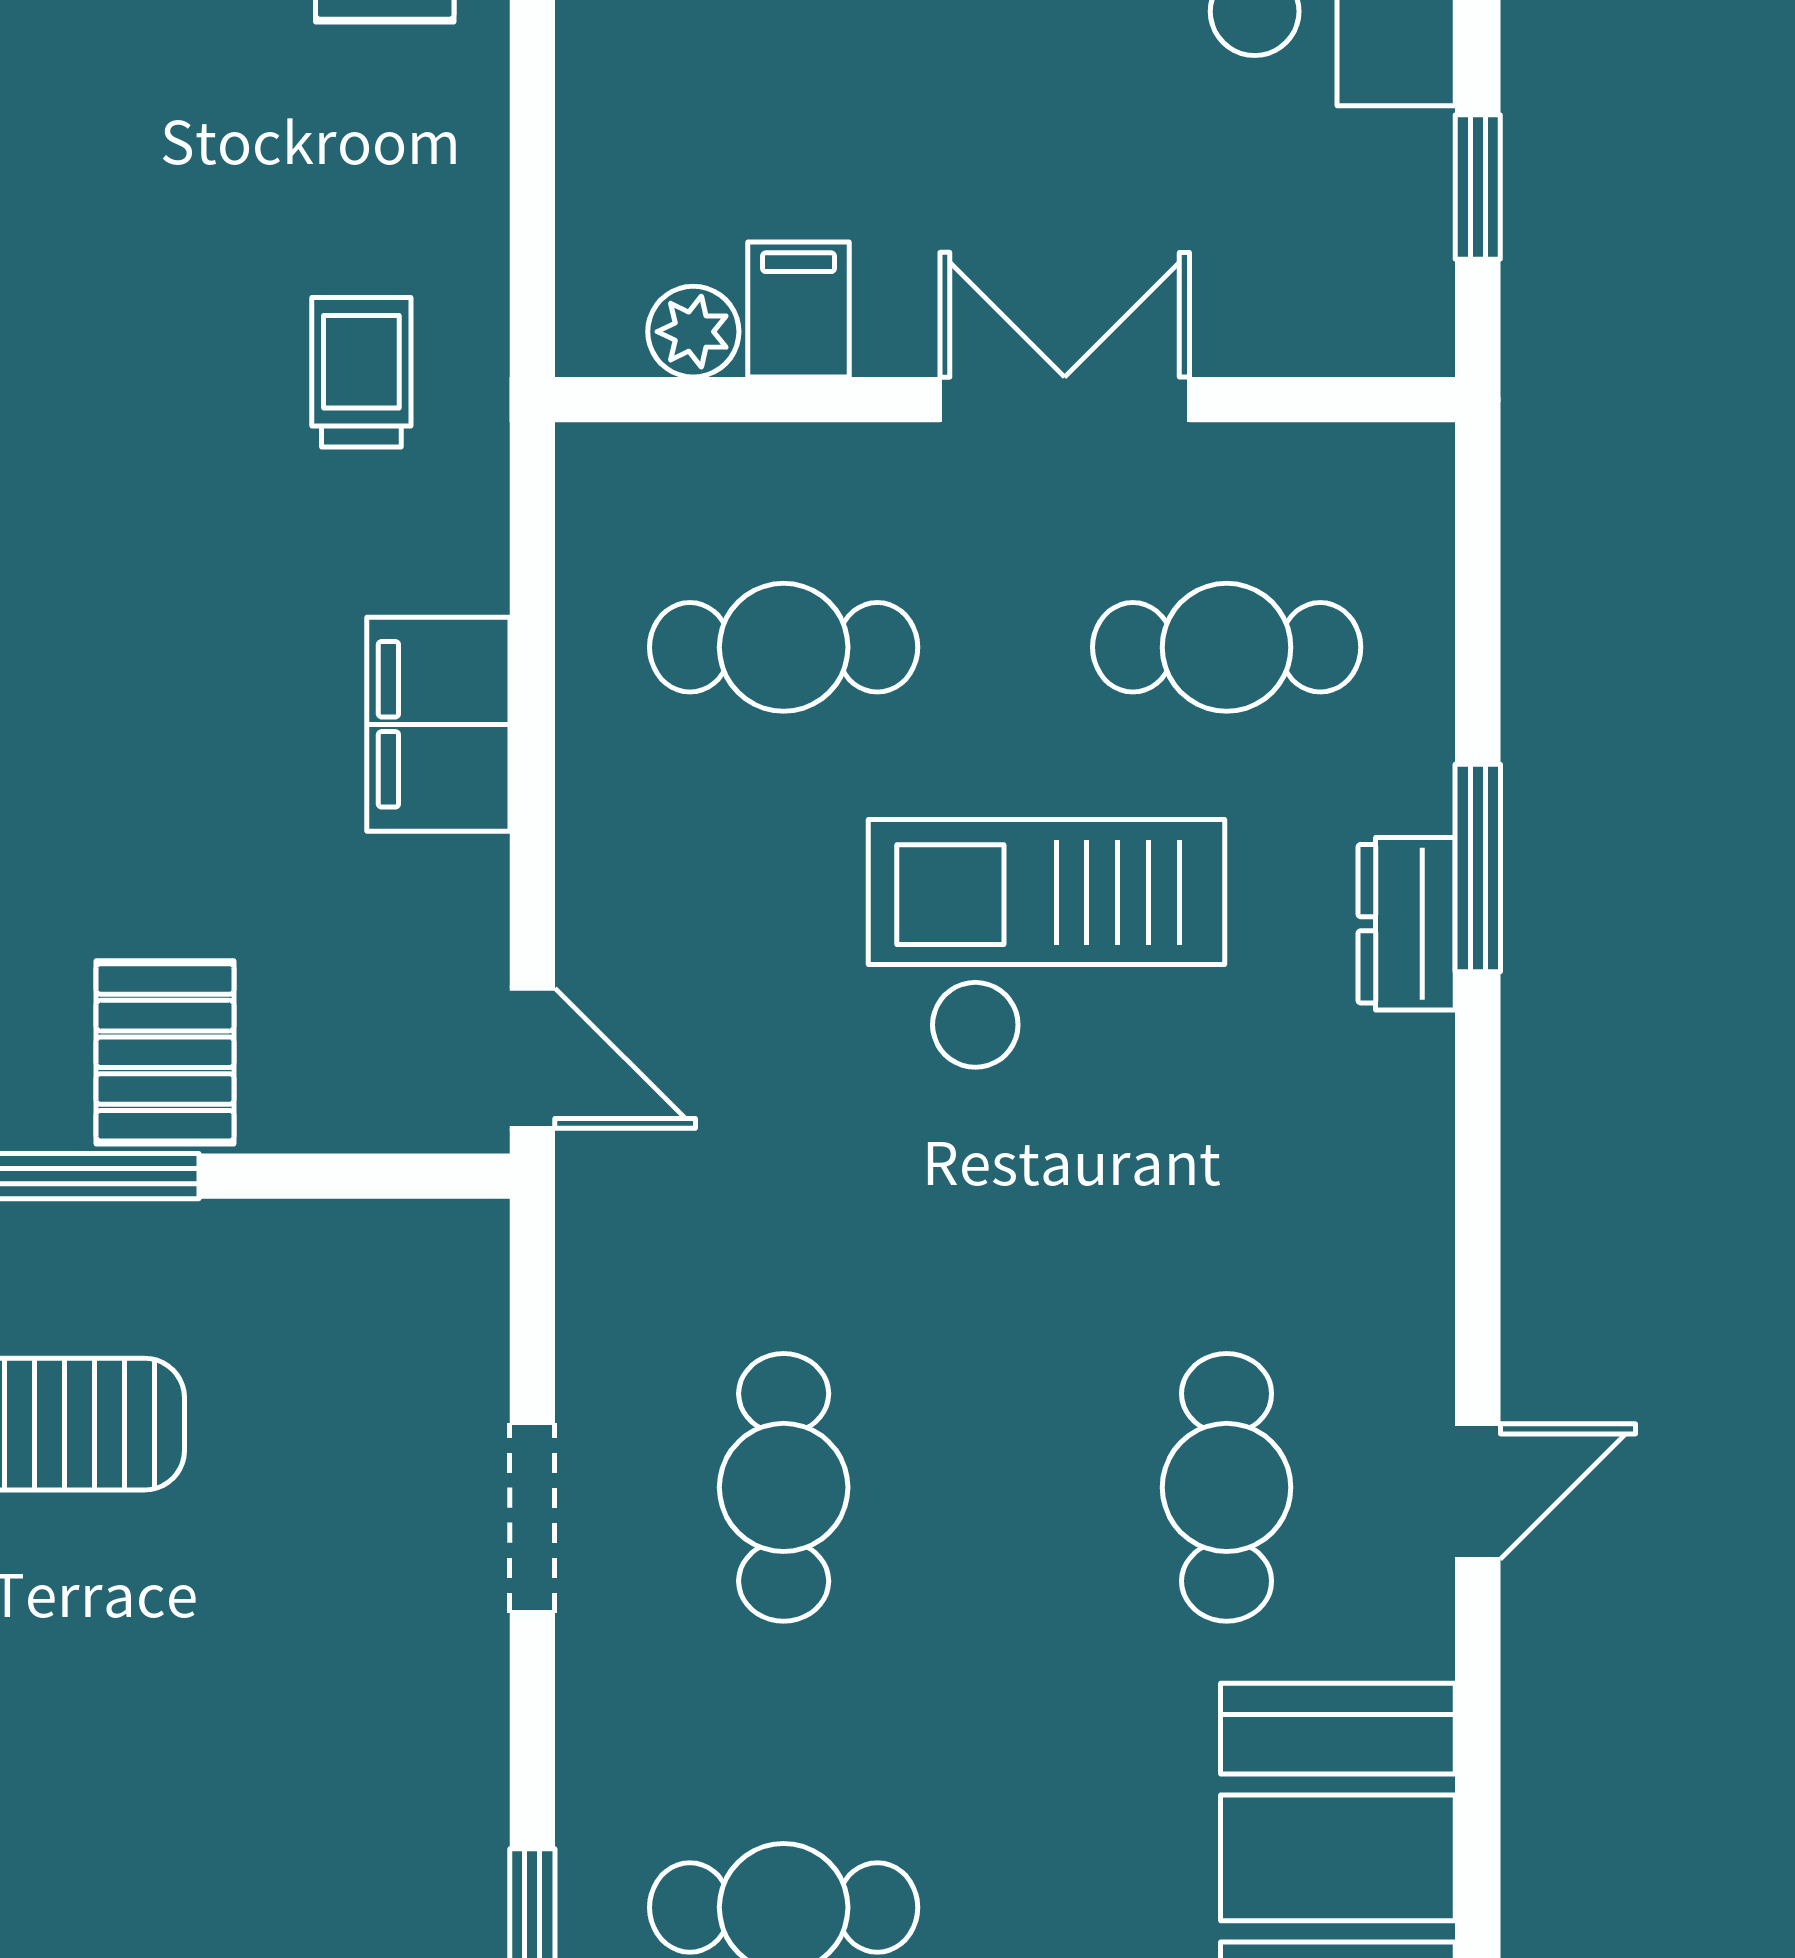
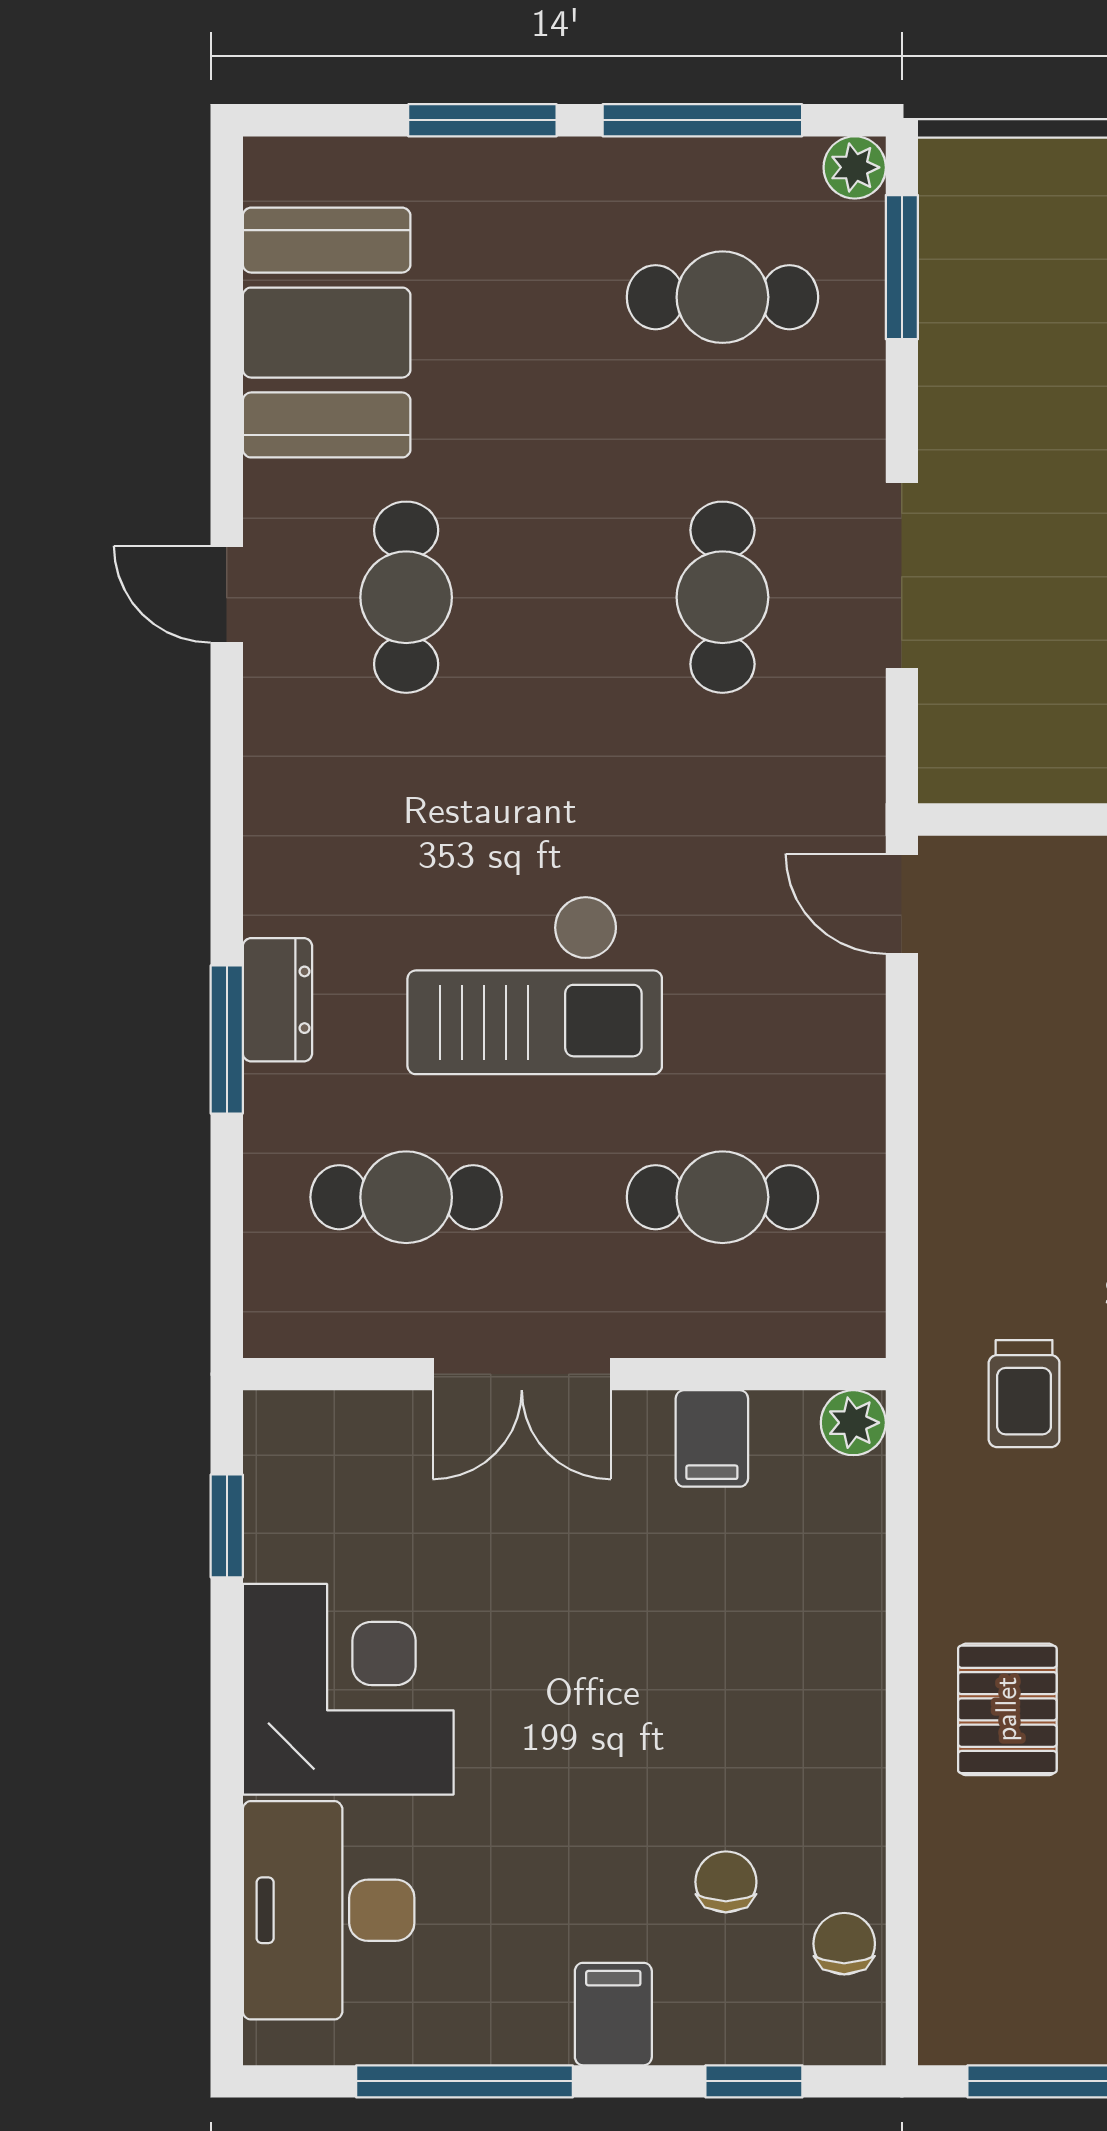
plant: (693, 332) -> (853, 1423), moved
filing cabinet: (438, 724) -> (969, 1142), removed
door: (1478, 1491) -> (227, 594), hinge flipped
doorway: (532, 1518) -> (902, 576), width x1.38

